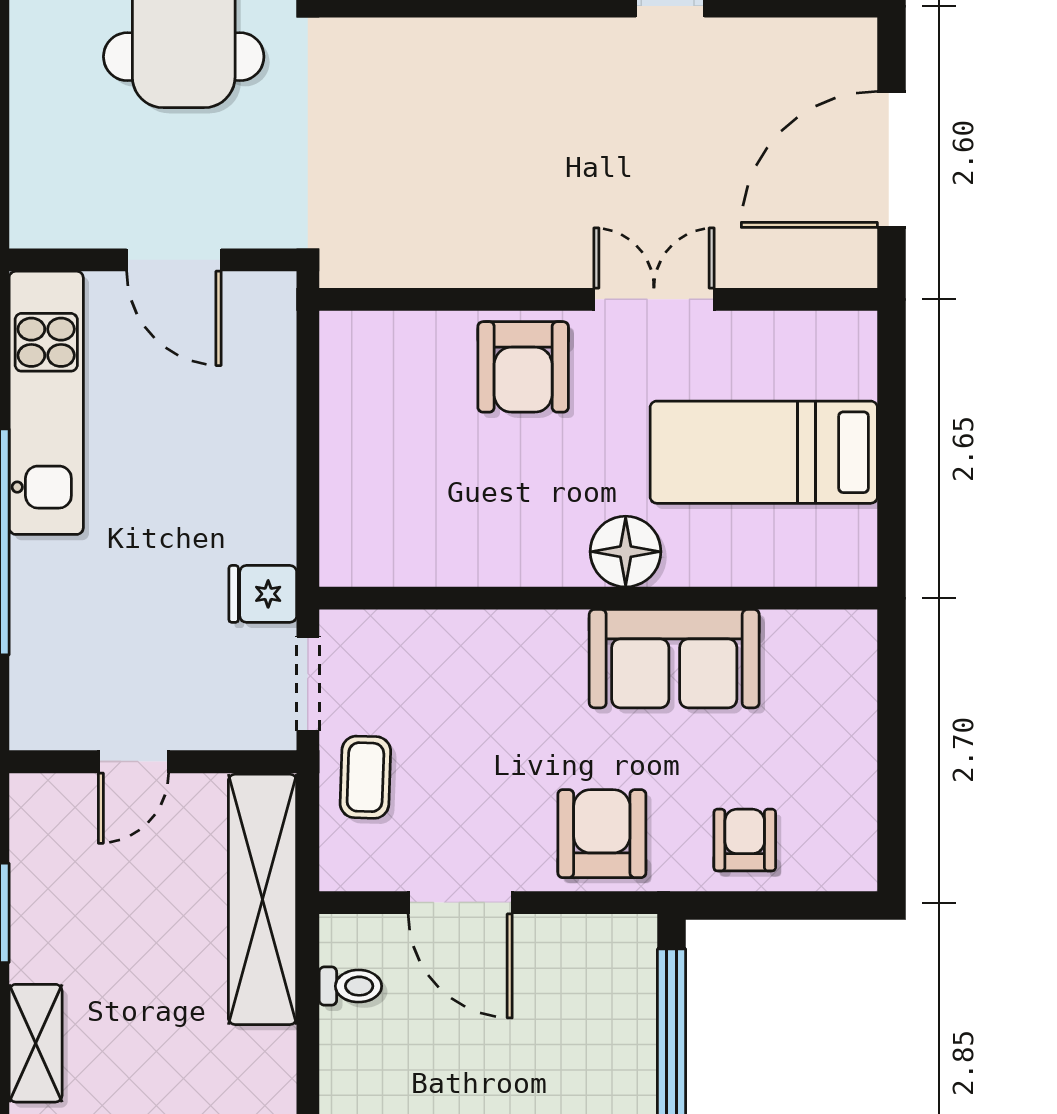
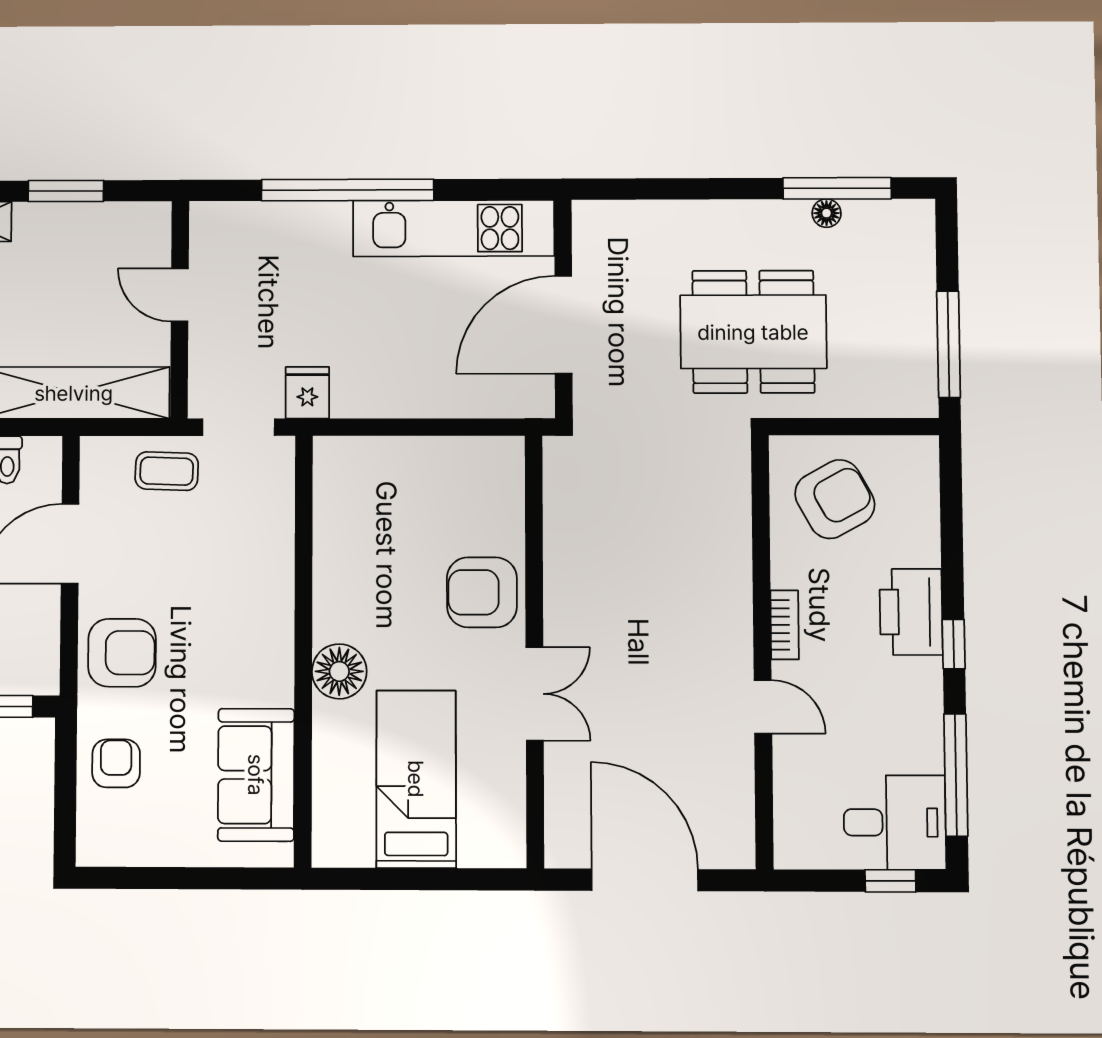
door: (174, 260) -> (563, 325), width x1.36
sofa: (674, 659) -> (256, 775), moved
armchair: (745, 840) -> (116, 763), turned -90

